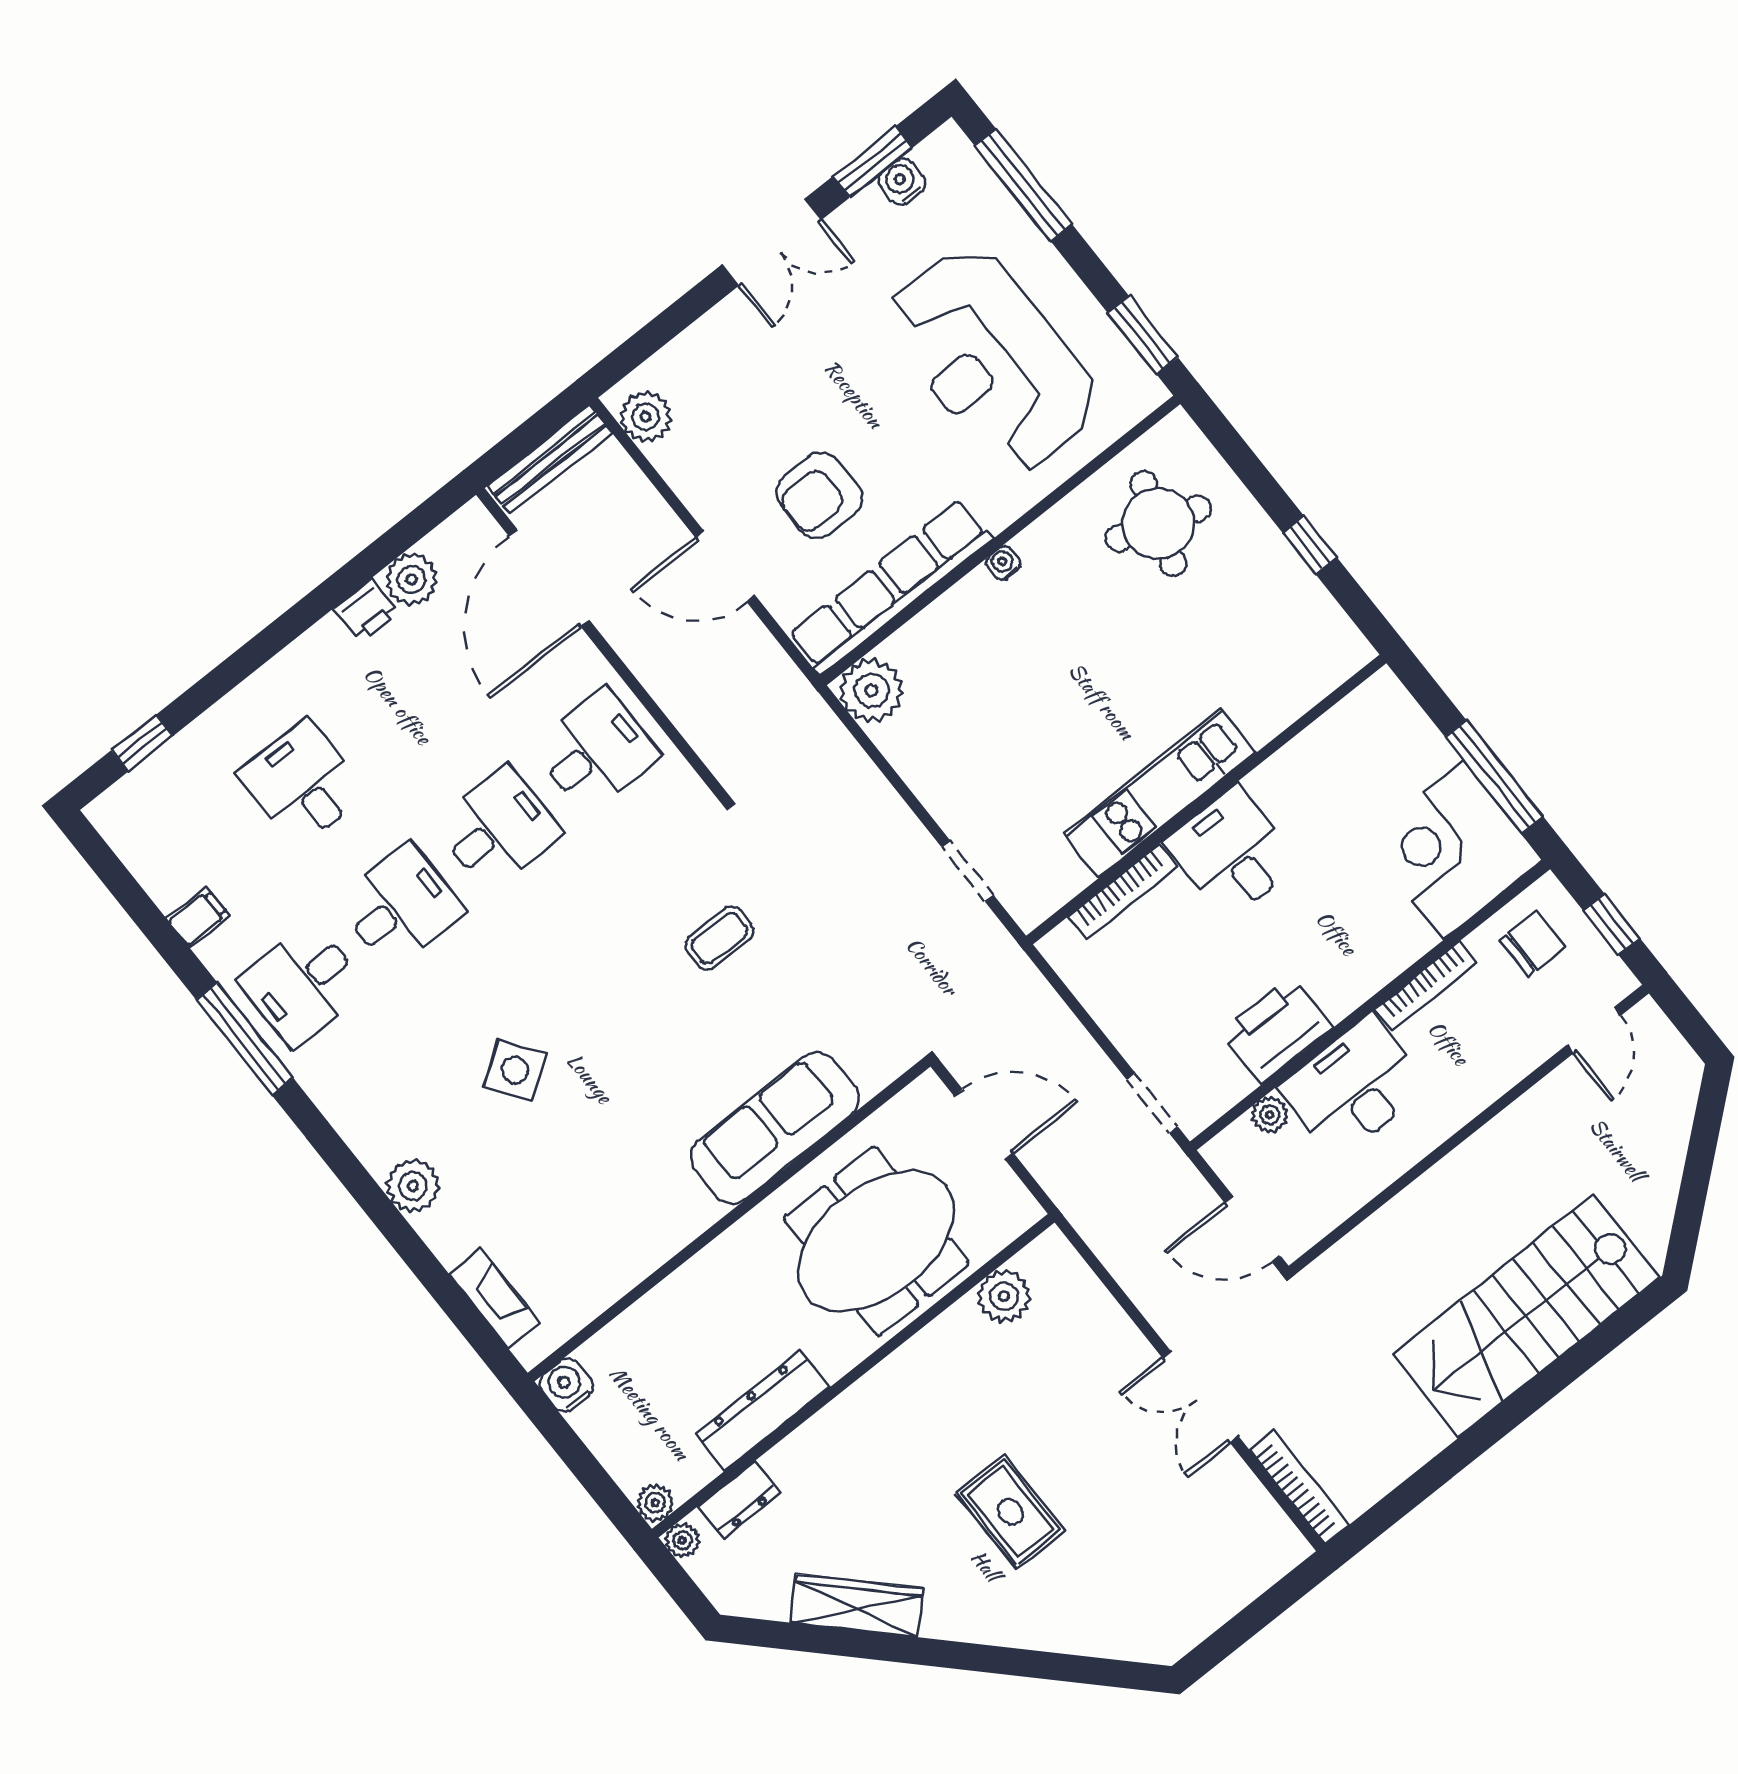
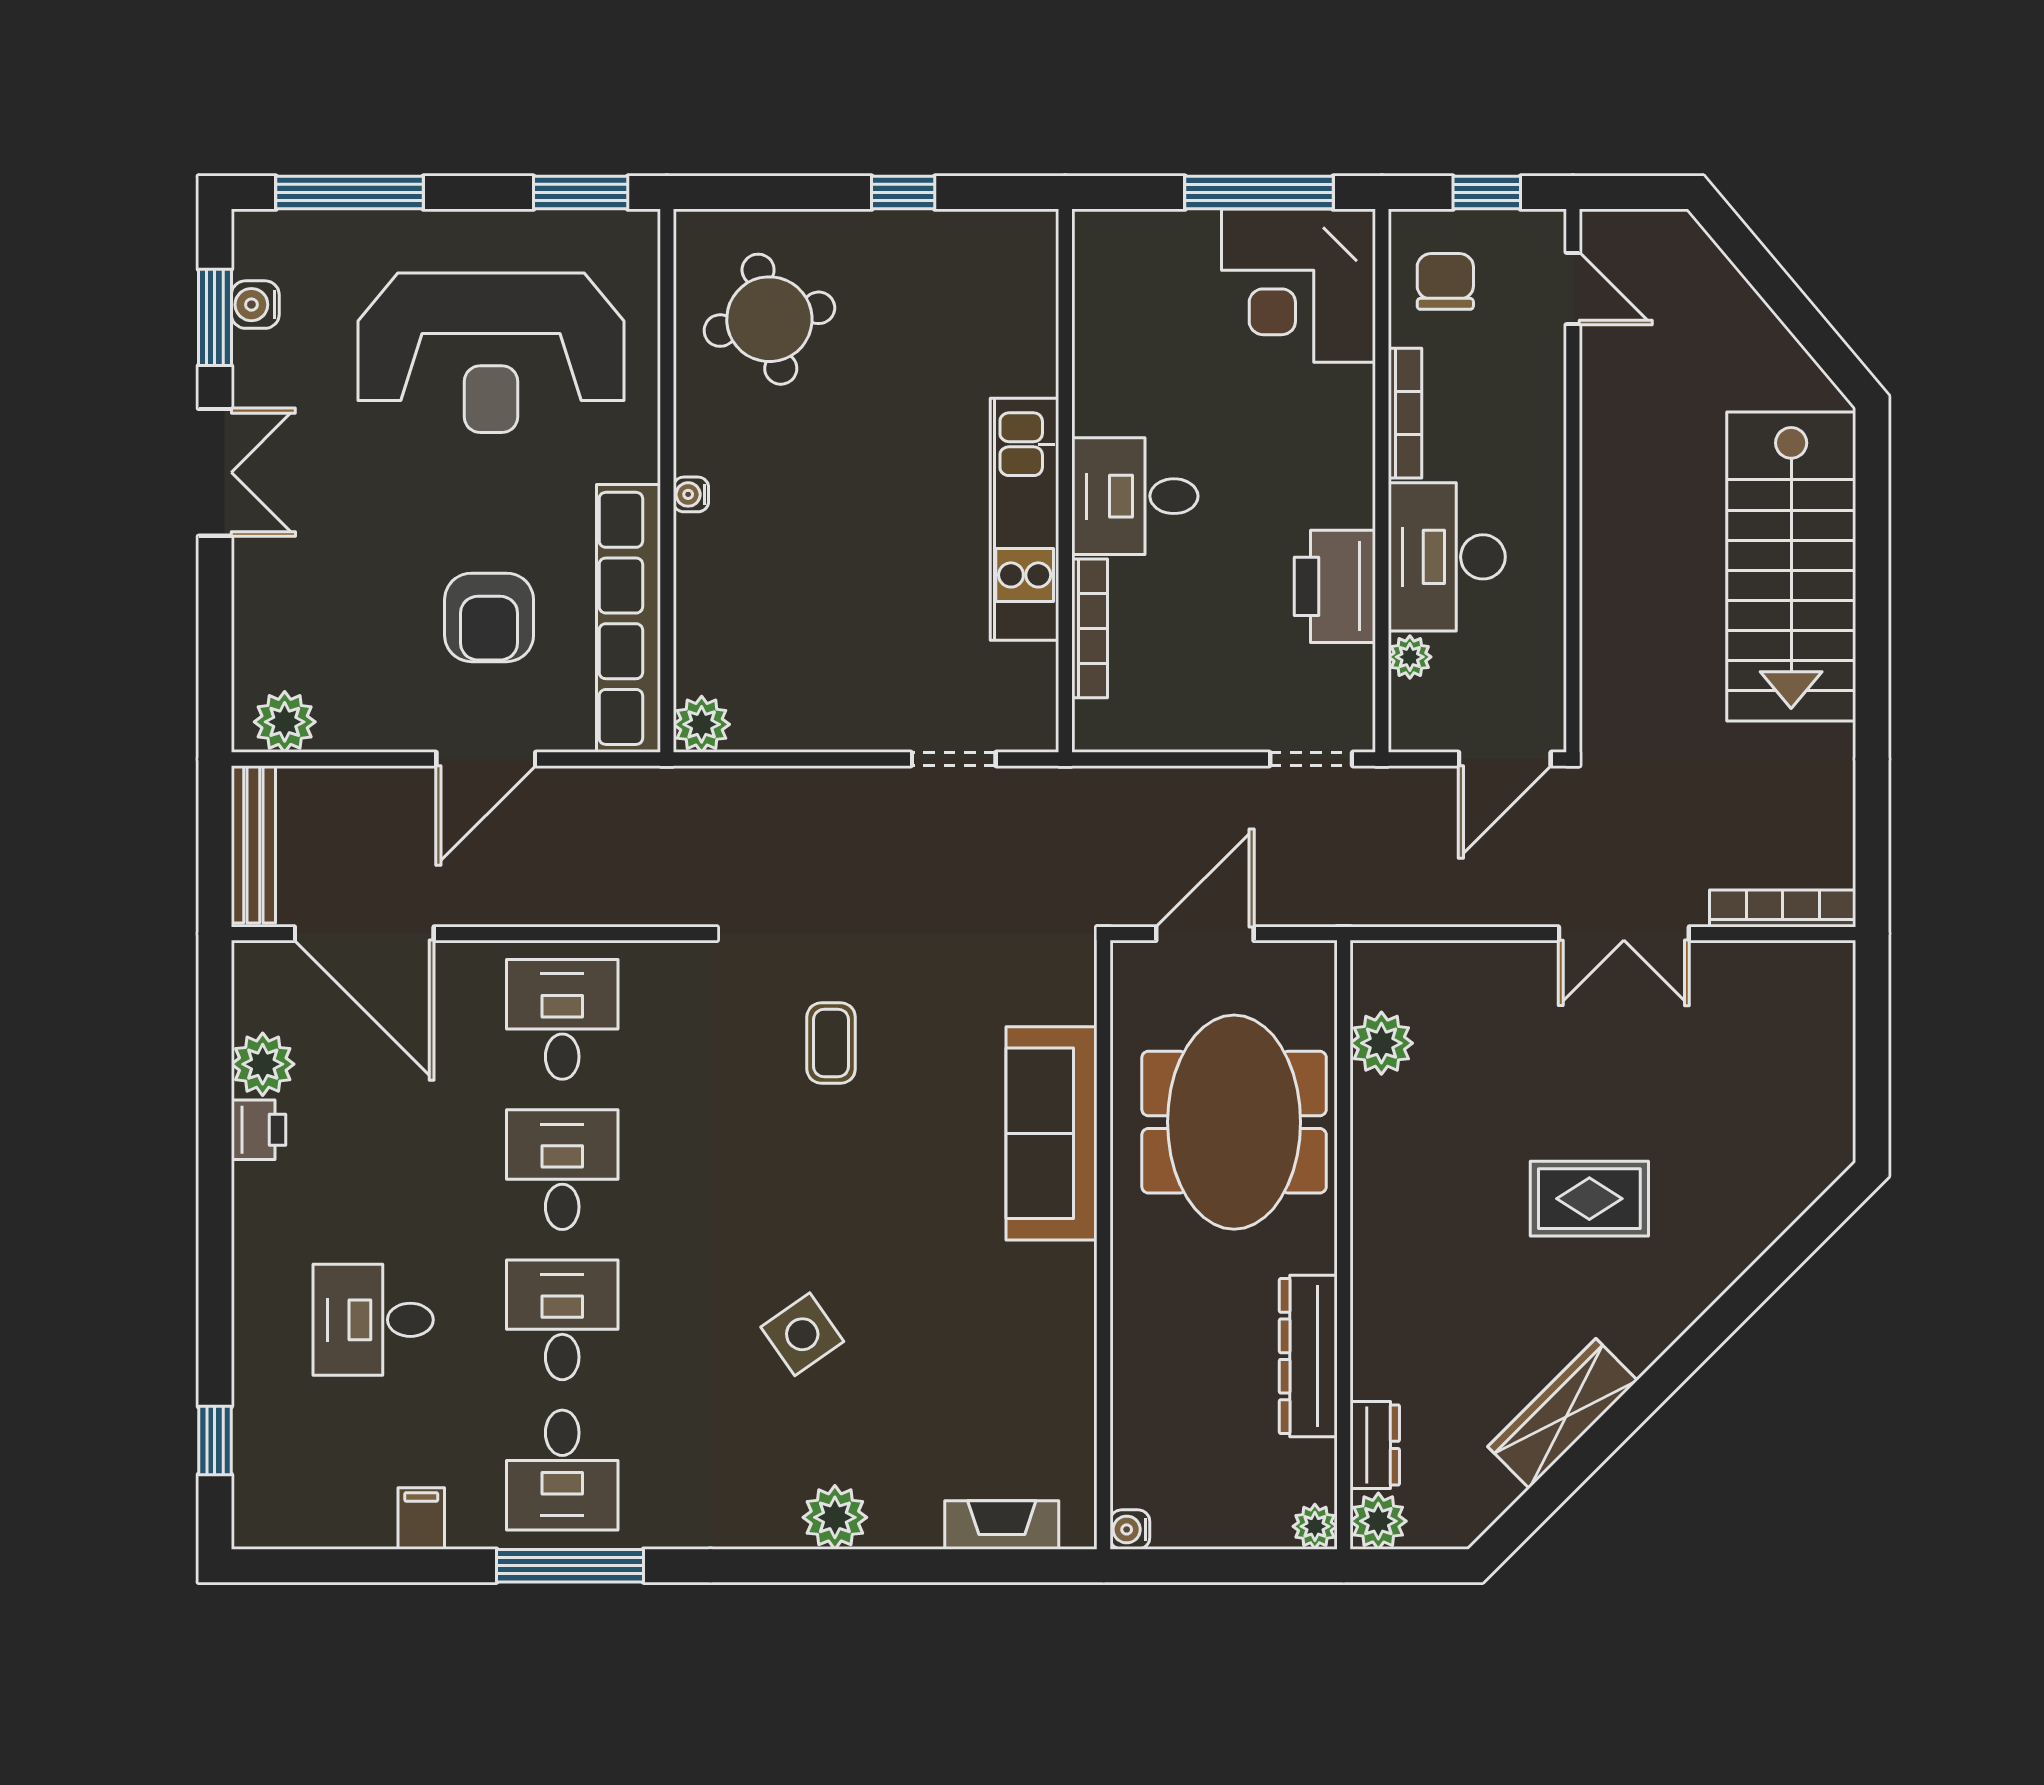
round table: (1158, 524) -> (769, 319), turned -31
plant: (872, 690) -> (702, 724), width x0.73, depth x0.73
water cooler: (566, 1385) -> (1130, 1529), width x0.72, depth x0.72
plant: (683, 1540) -> (1378, 1521), width x1.38, depth x1.38

